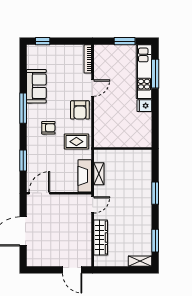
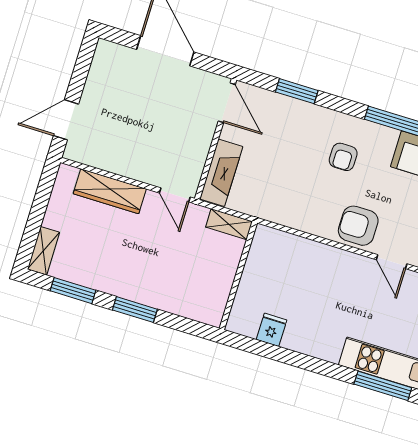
fridge: (144, 106) -> (272, 330), moved
rug: (76, 142) -> (302, 201), removed
wall: (123, 148) -> (238, 276), moved
fireplace: (85, 176) -> (221, 173), moved, turned 90
window: (155, 193) -> (135, 310), moved

